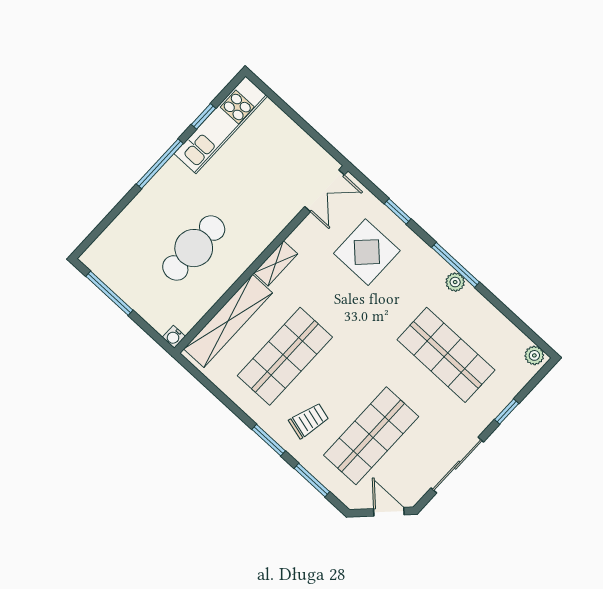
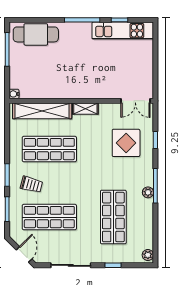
cafe table: (194, 248) -> (36, 34), moved

